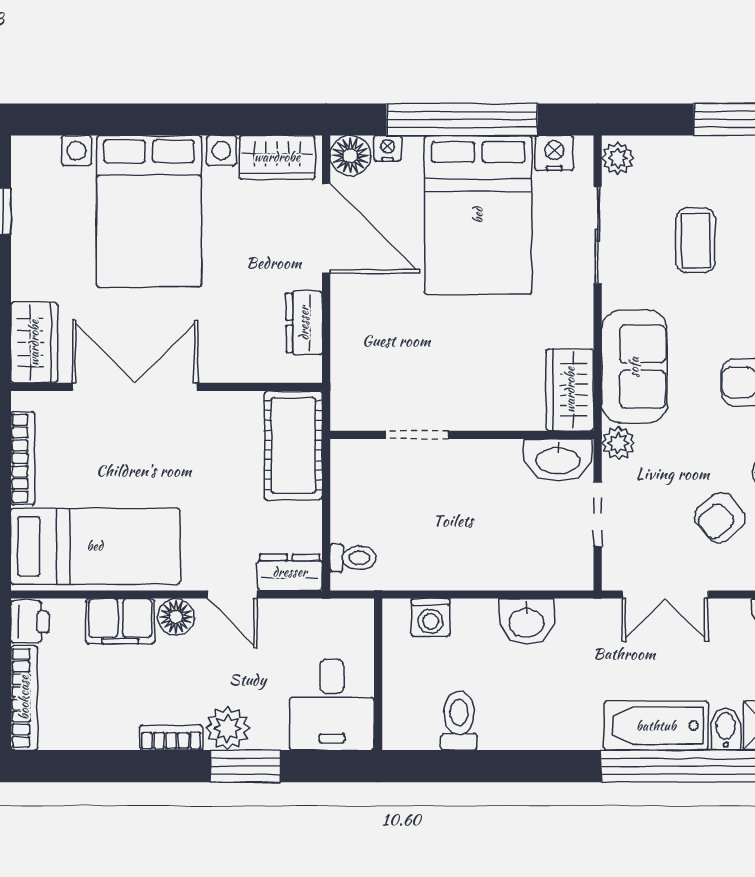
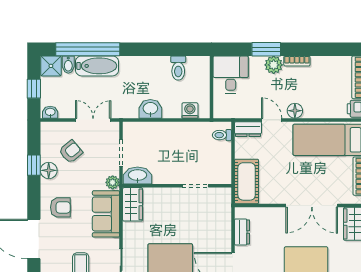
filing cabinet: (120, 621) -> (318, 109), removed

